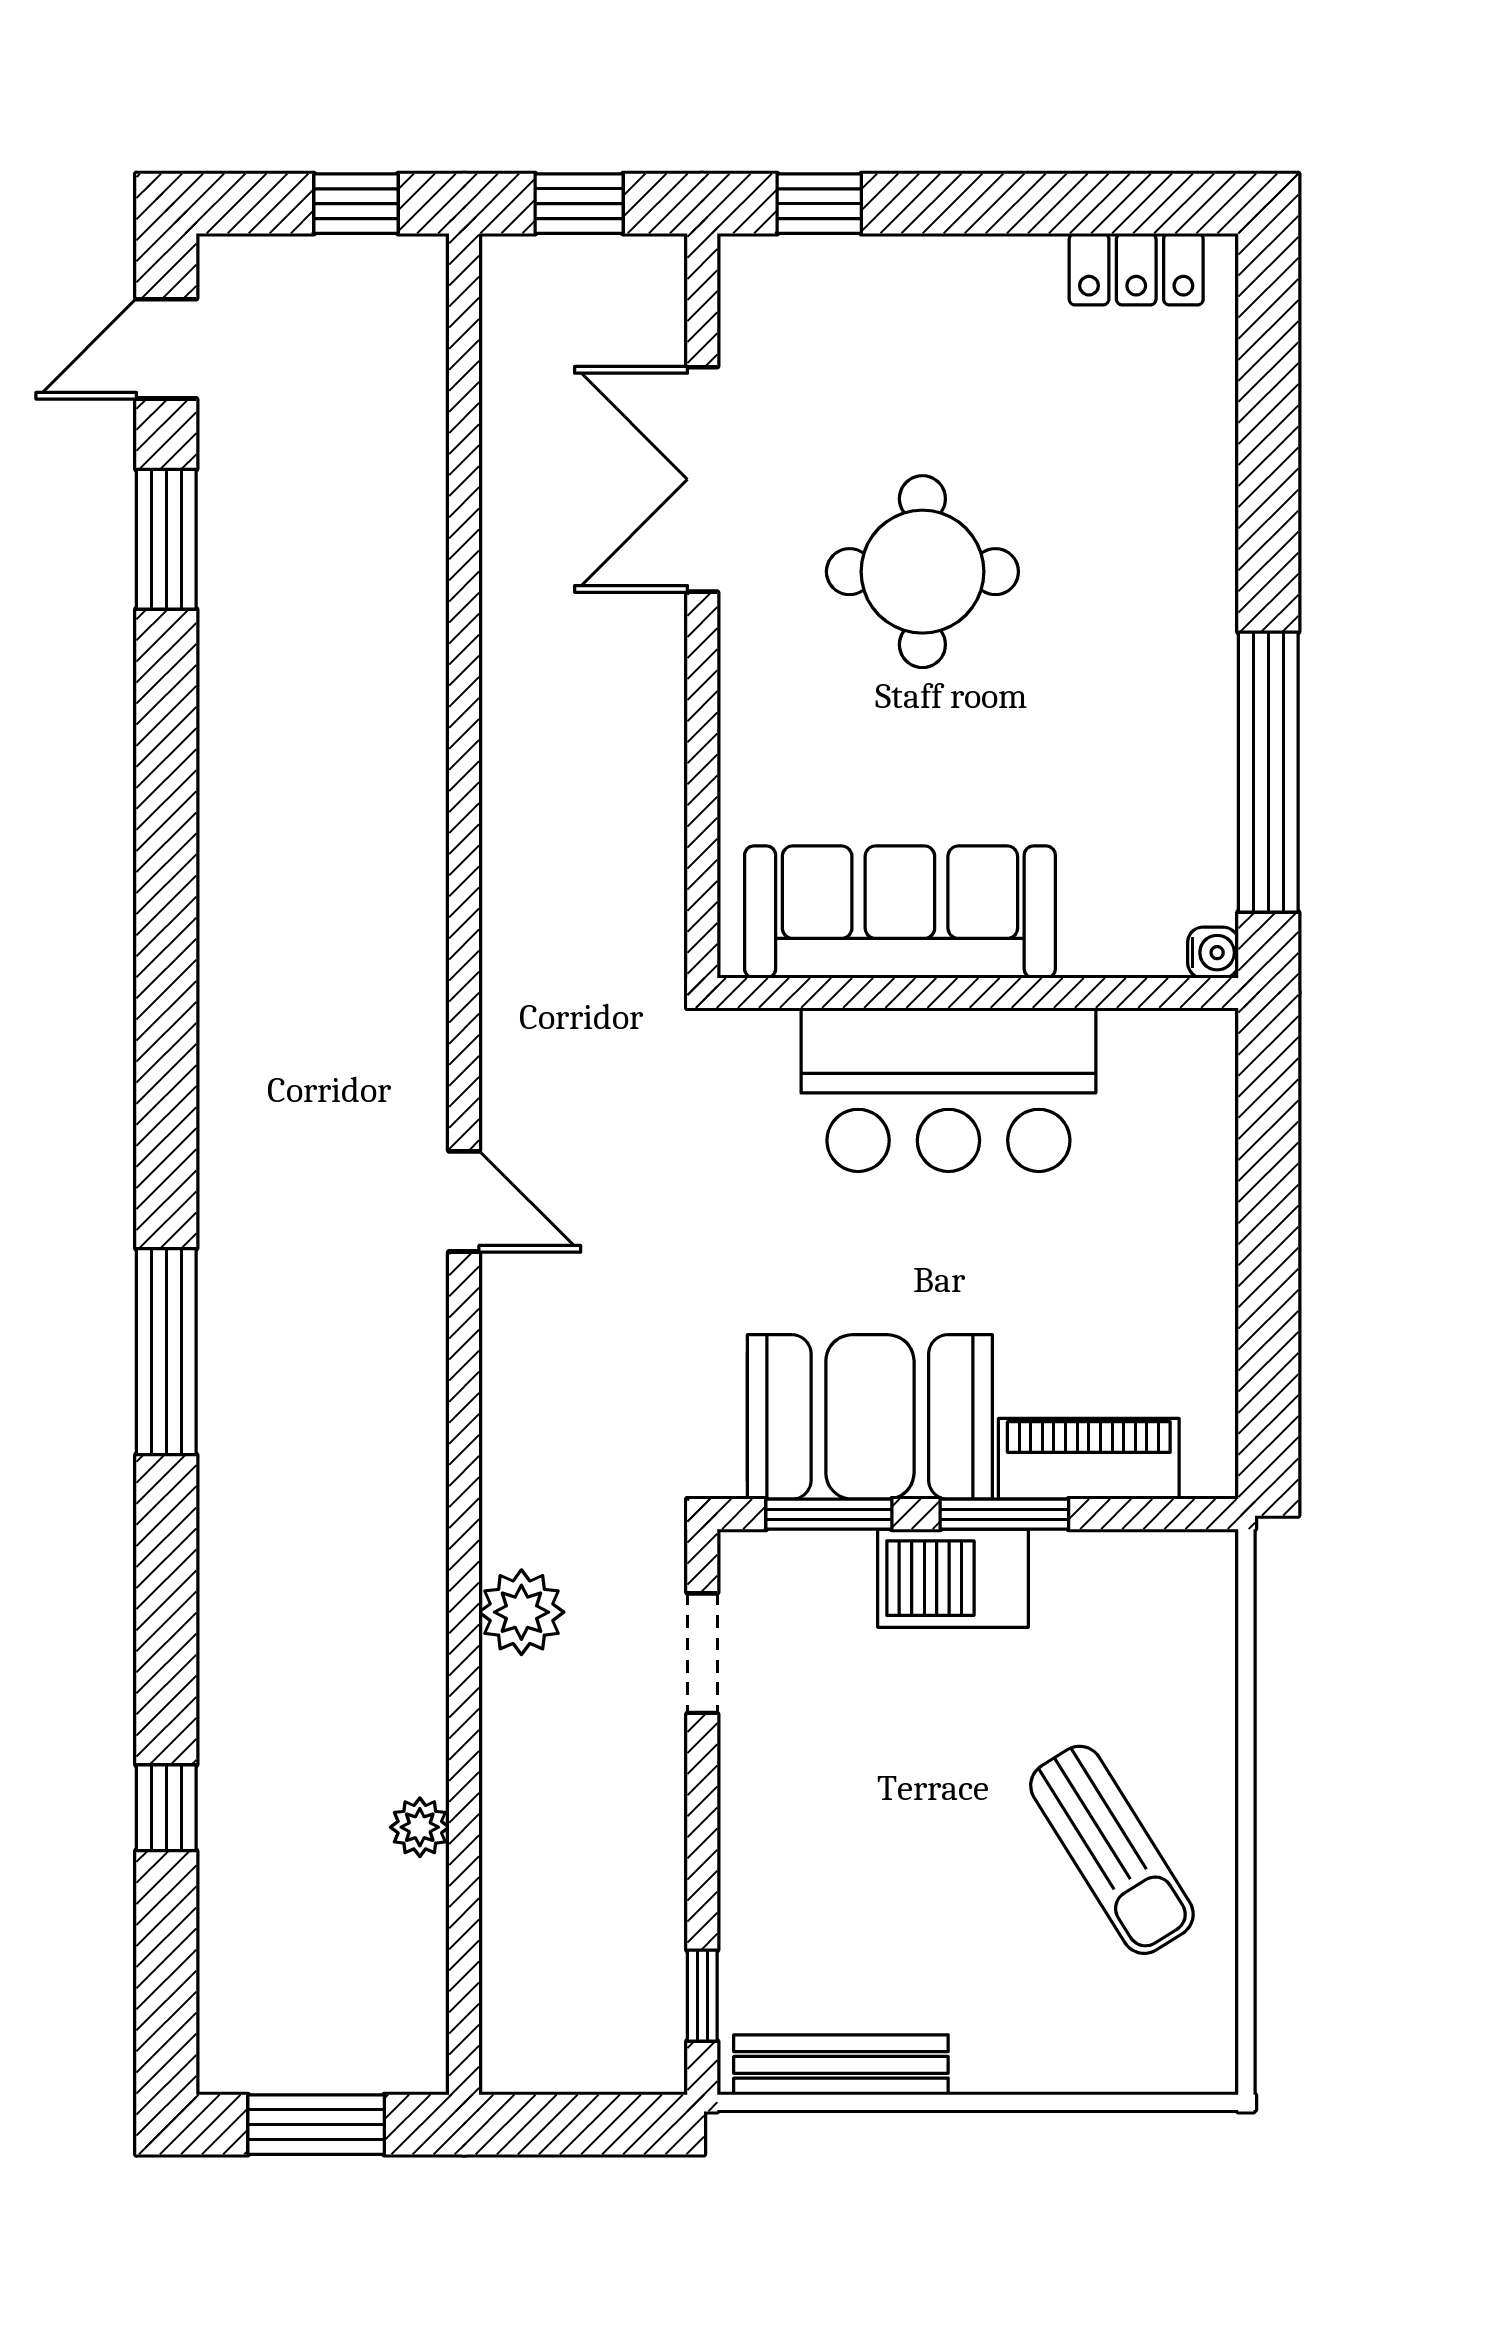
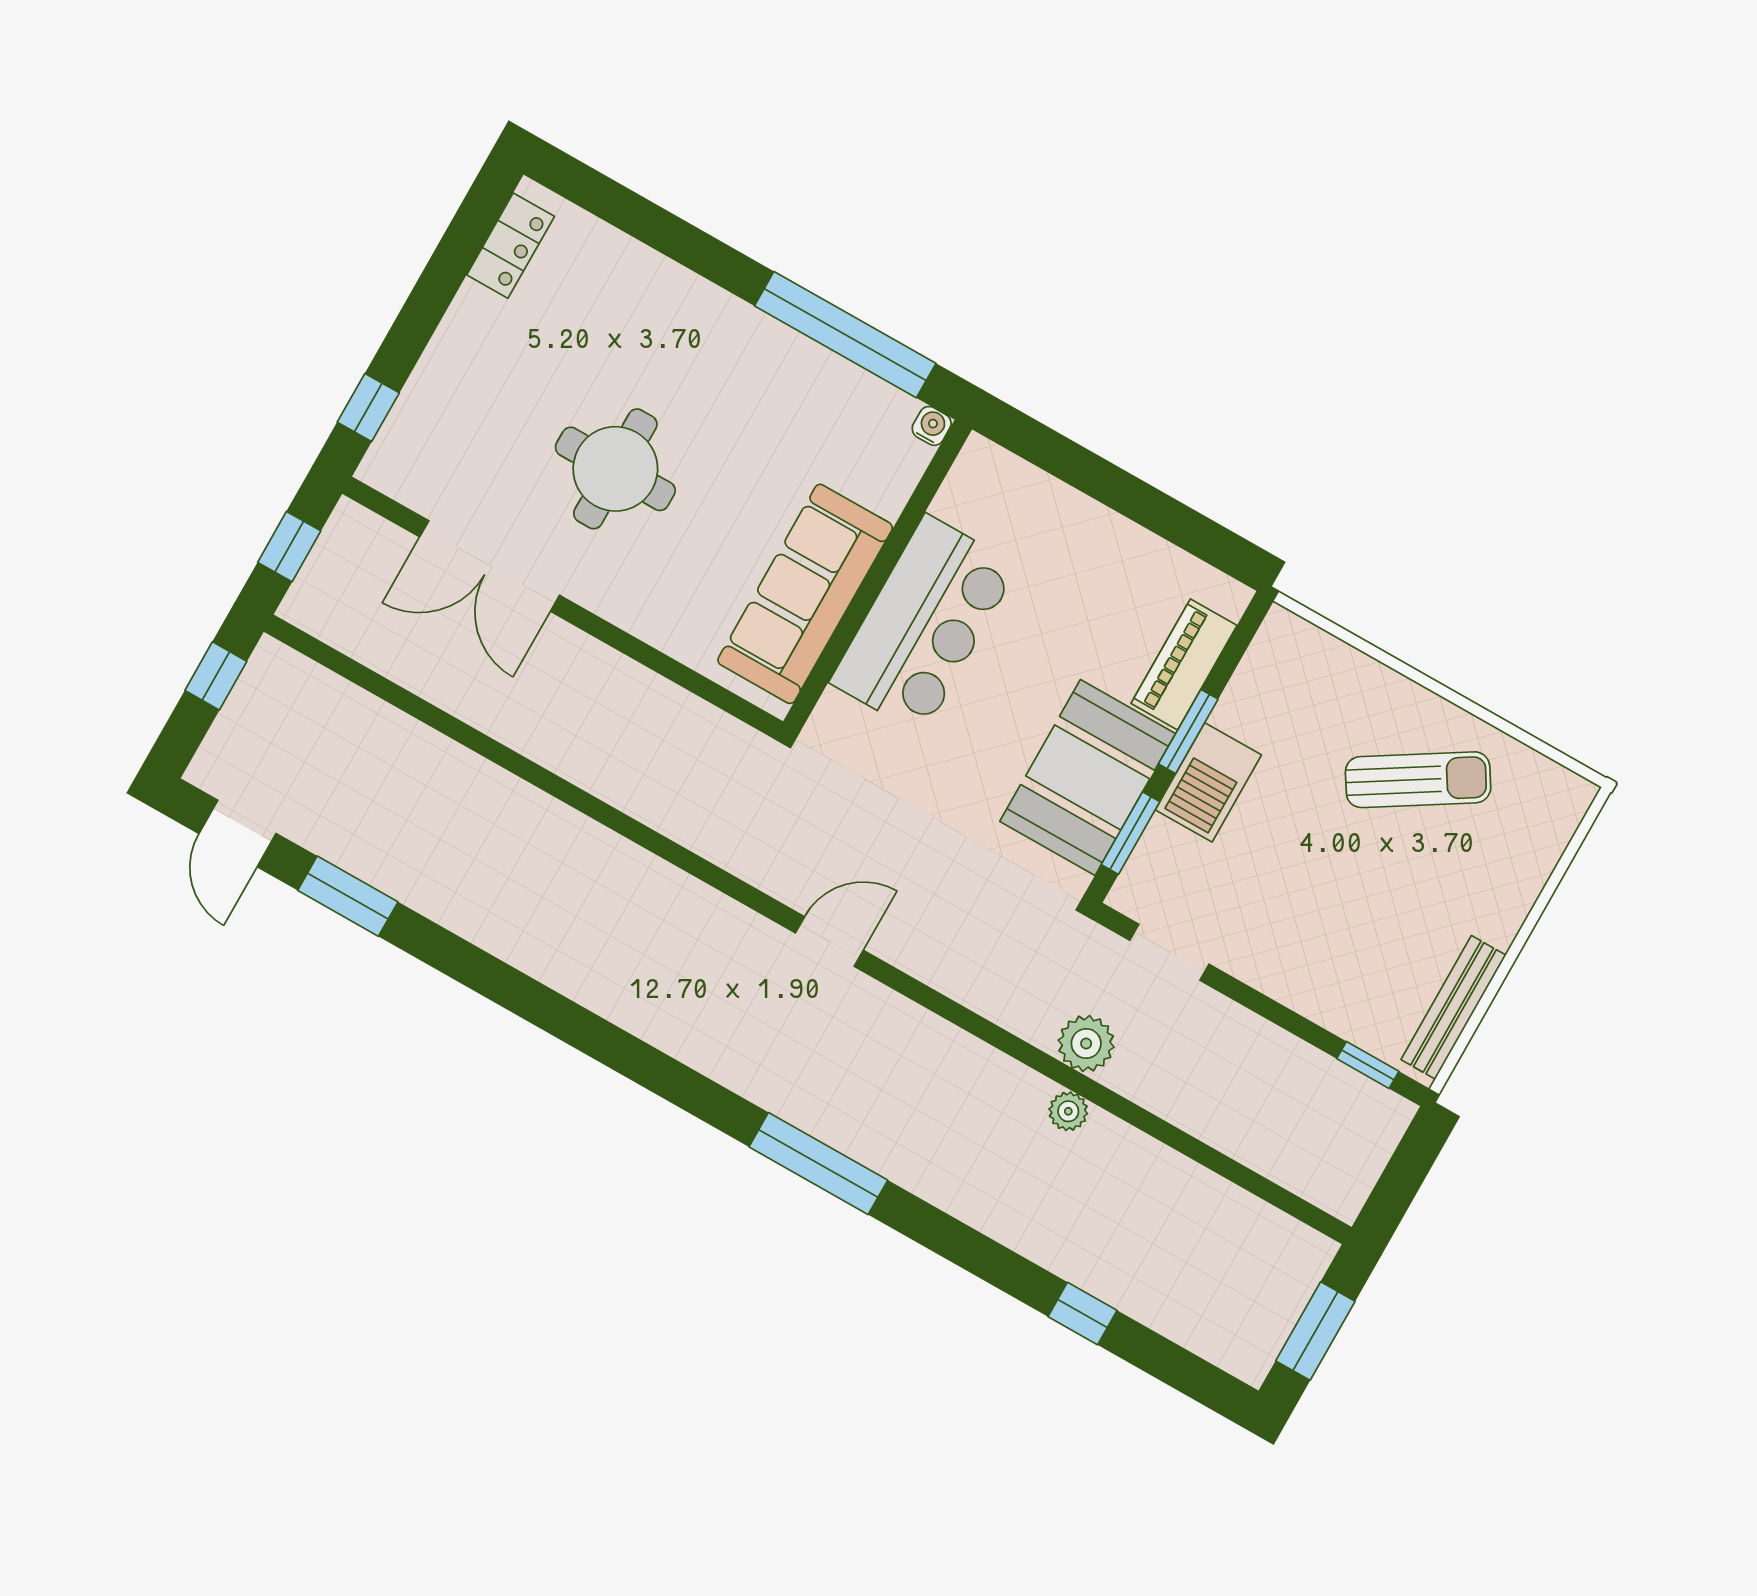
plant: (420, 1827) -> (1068, 1111), moved

